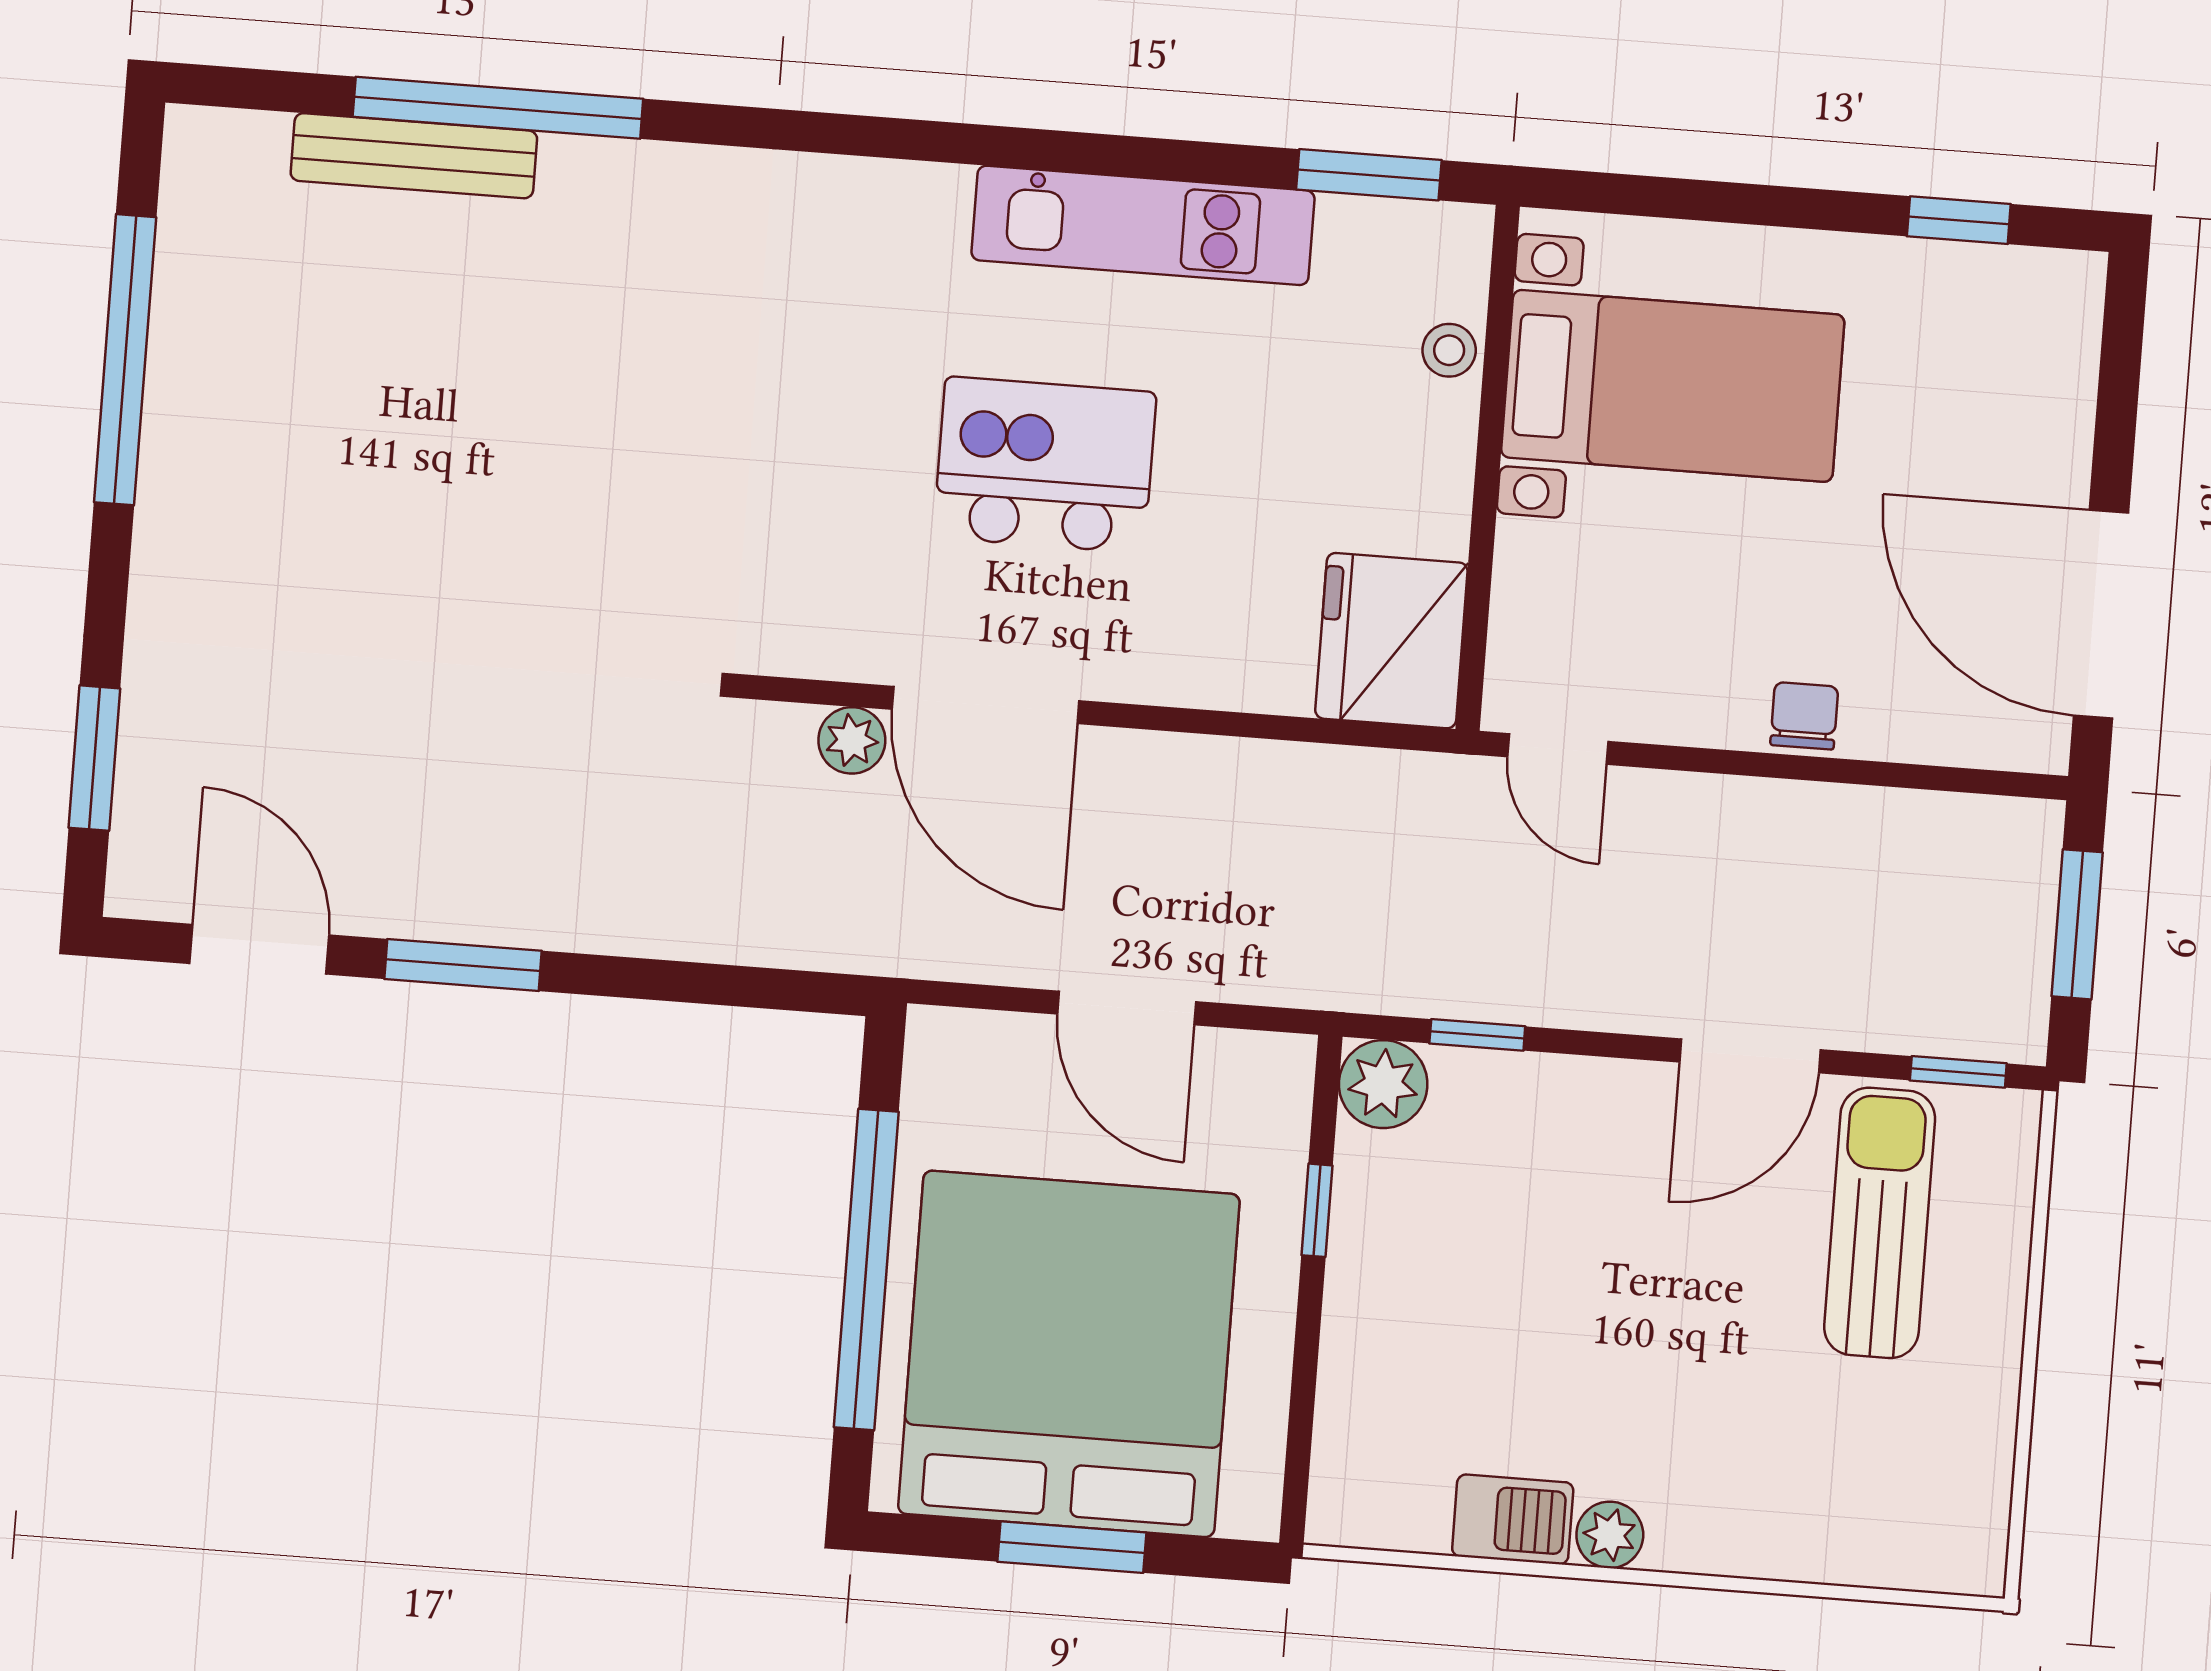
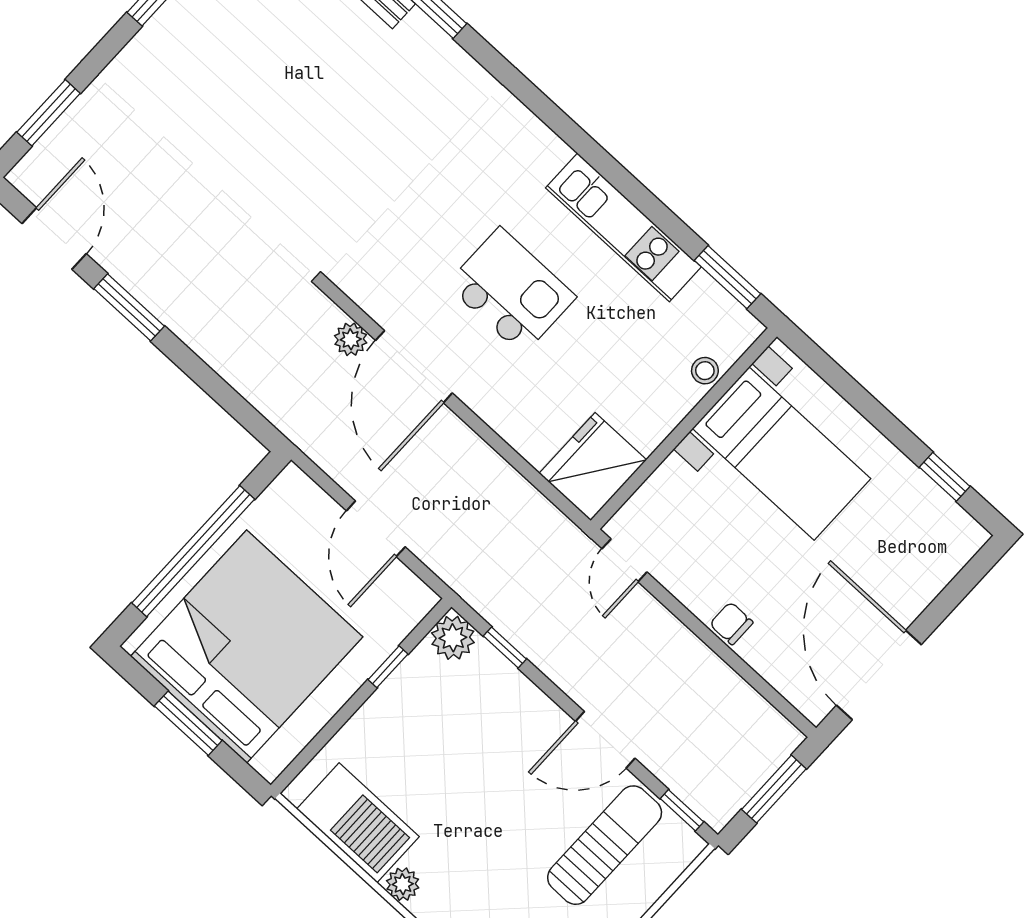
chair: (1804, 716) -> (731, 623), turned -90
barbecue: (1513, 1519) -> (358, 823), width x1.88, depth x1.53

